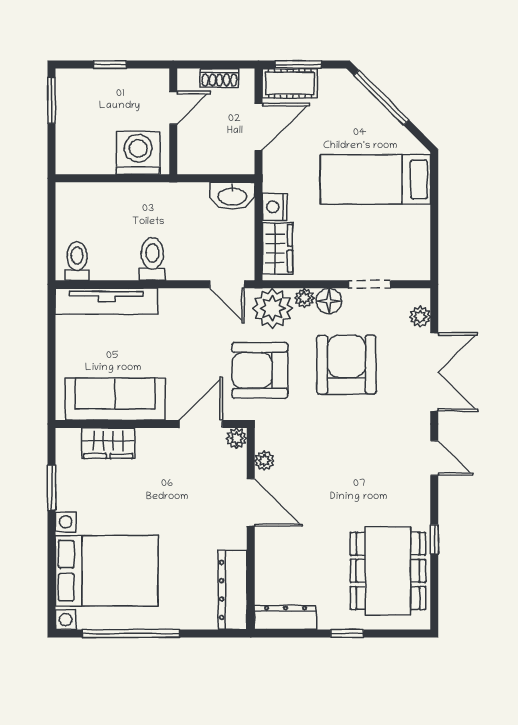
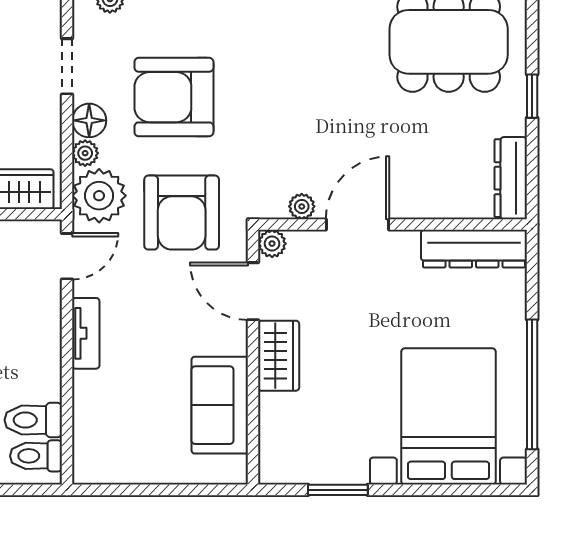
toilet: (152, 259) -> (33, 420), moved
tv unit: (107, 301) -> (86, 333), moved, width x0.52, depth x0.78
sofa: (115, 399) -> (220, 405), width x0.73
wardrobe: (108, 443) -> (279, 356), moved

